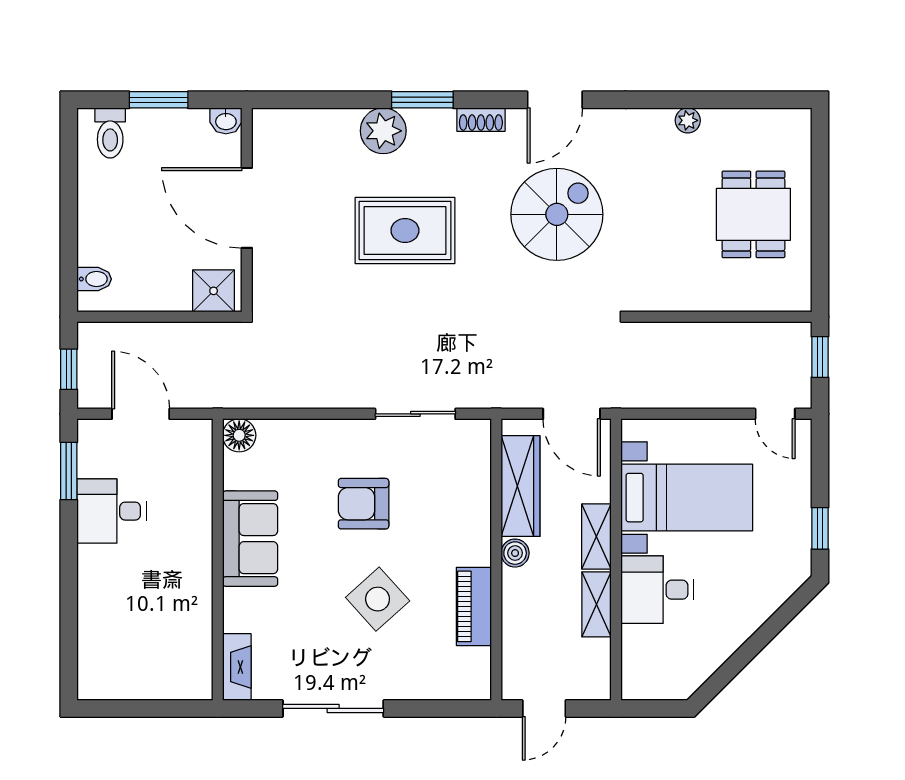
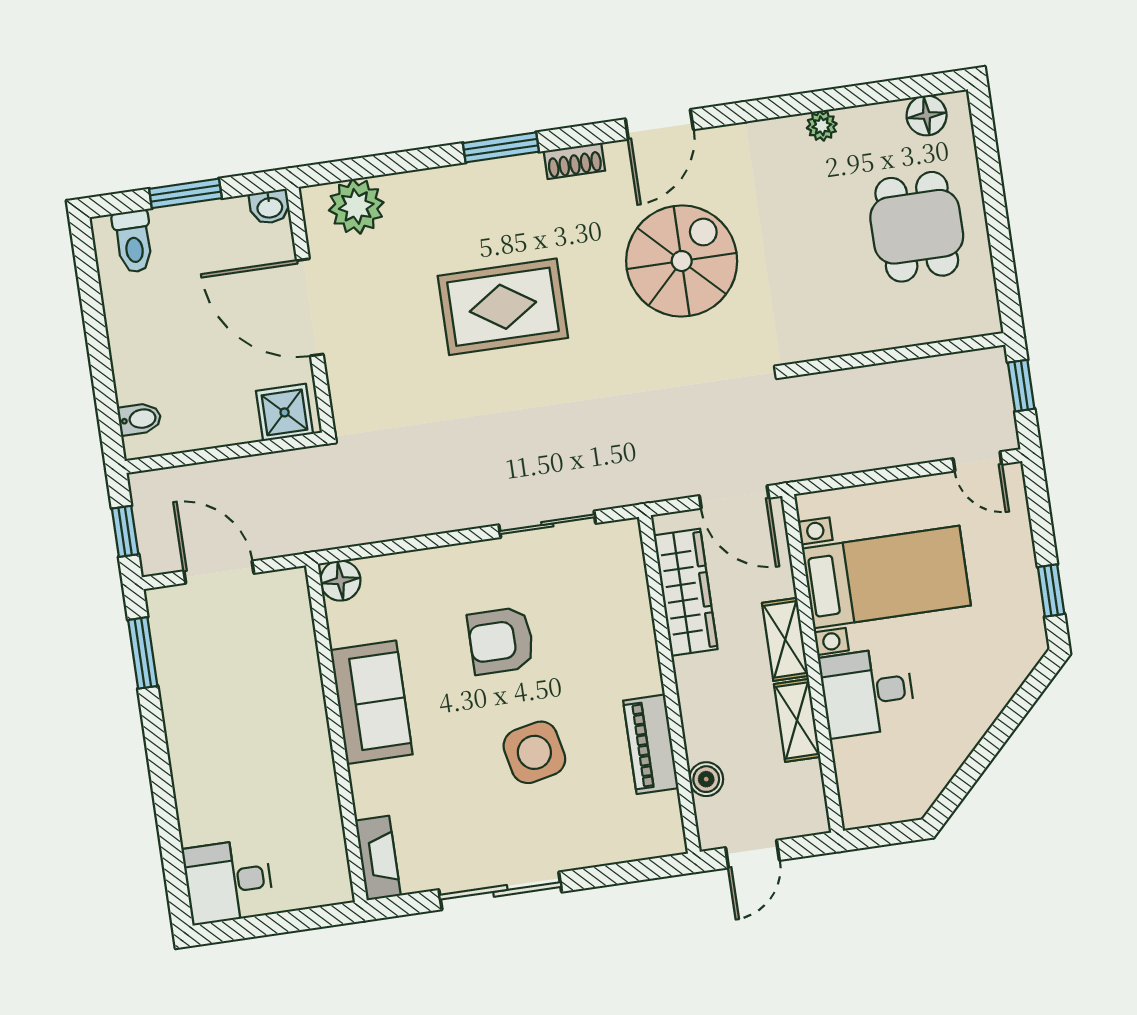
floor lamp: (775, 124) -> (927, 115), added
plant: (383, 131) -> (356, 206), moved
desk: (111, 511) -> (228, 882), moved
boiler: (515, 553) -> (706, 779), moved
side table: (378, 599) -> (534, 752), turned 30

